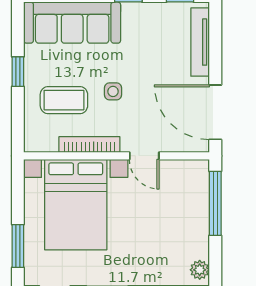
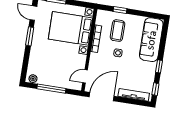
window: (18, 72) -> (120, 10), moved
door: (144, 156) -> (85, 76), moved
window: (215, 203) -> (51, 89), moved

